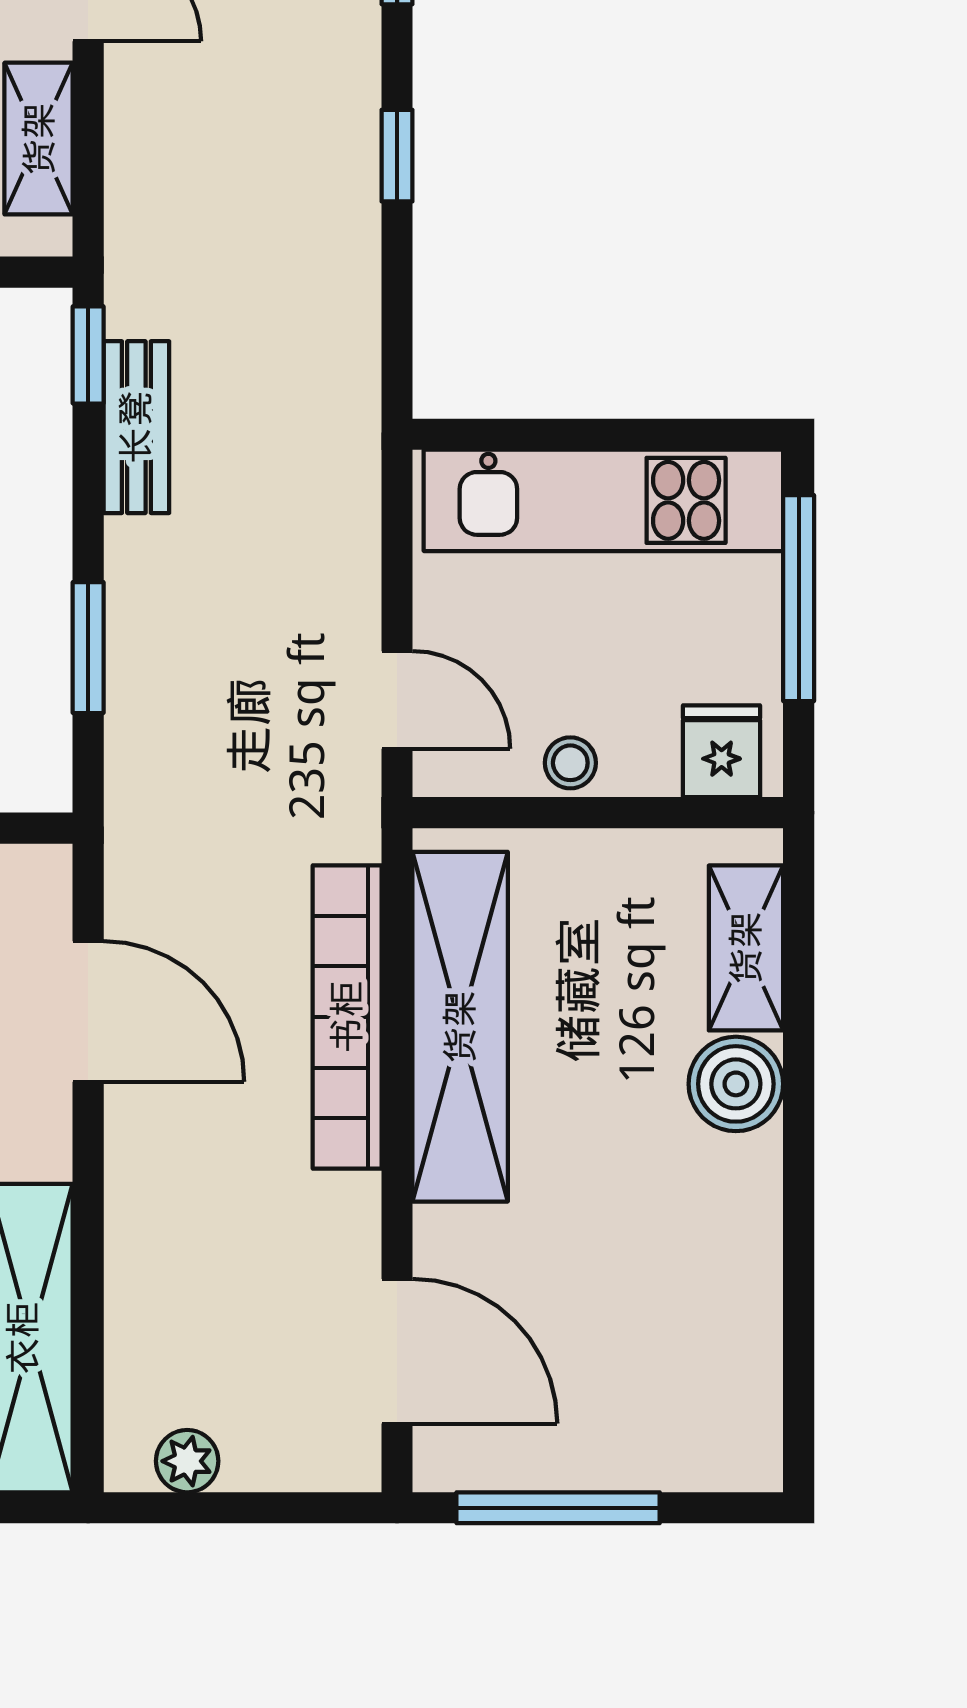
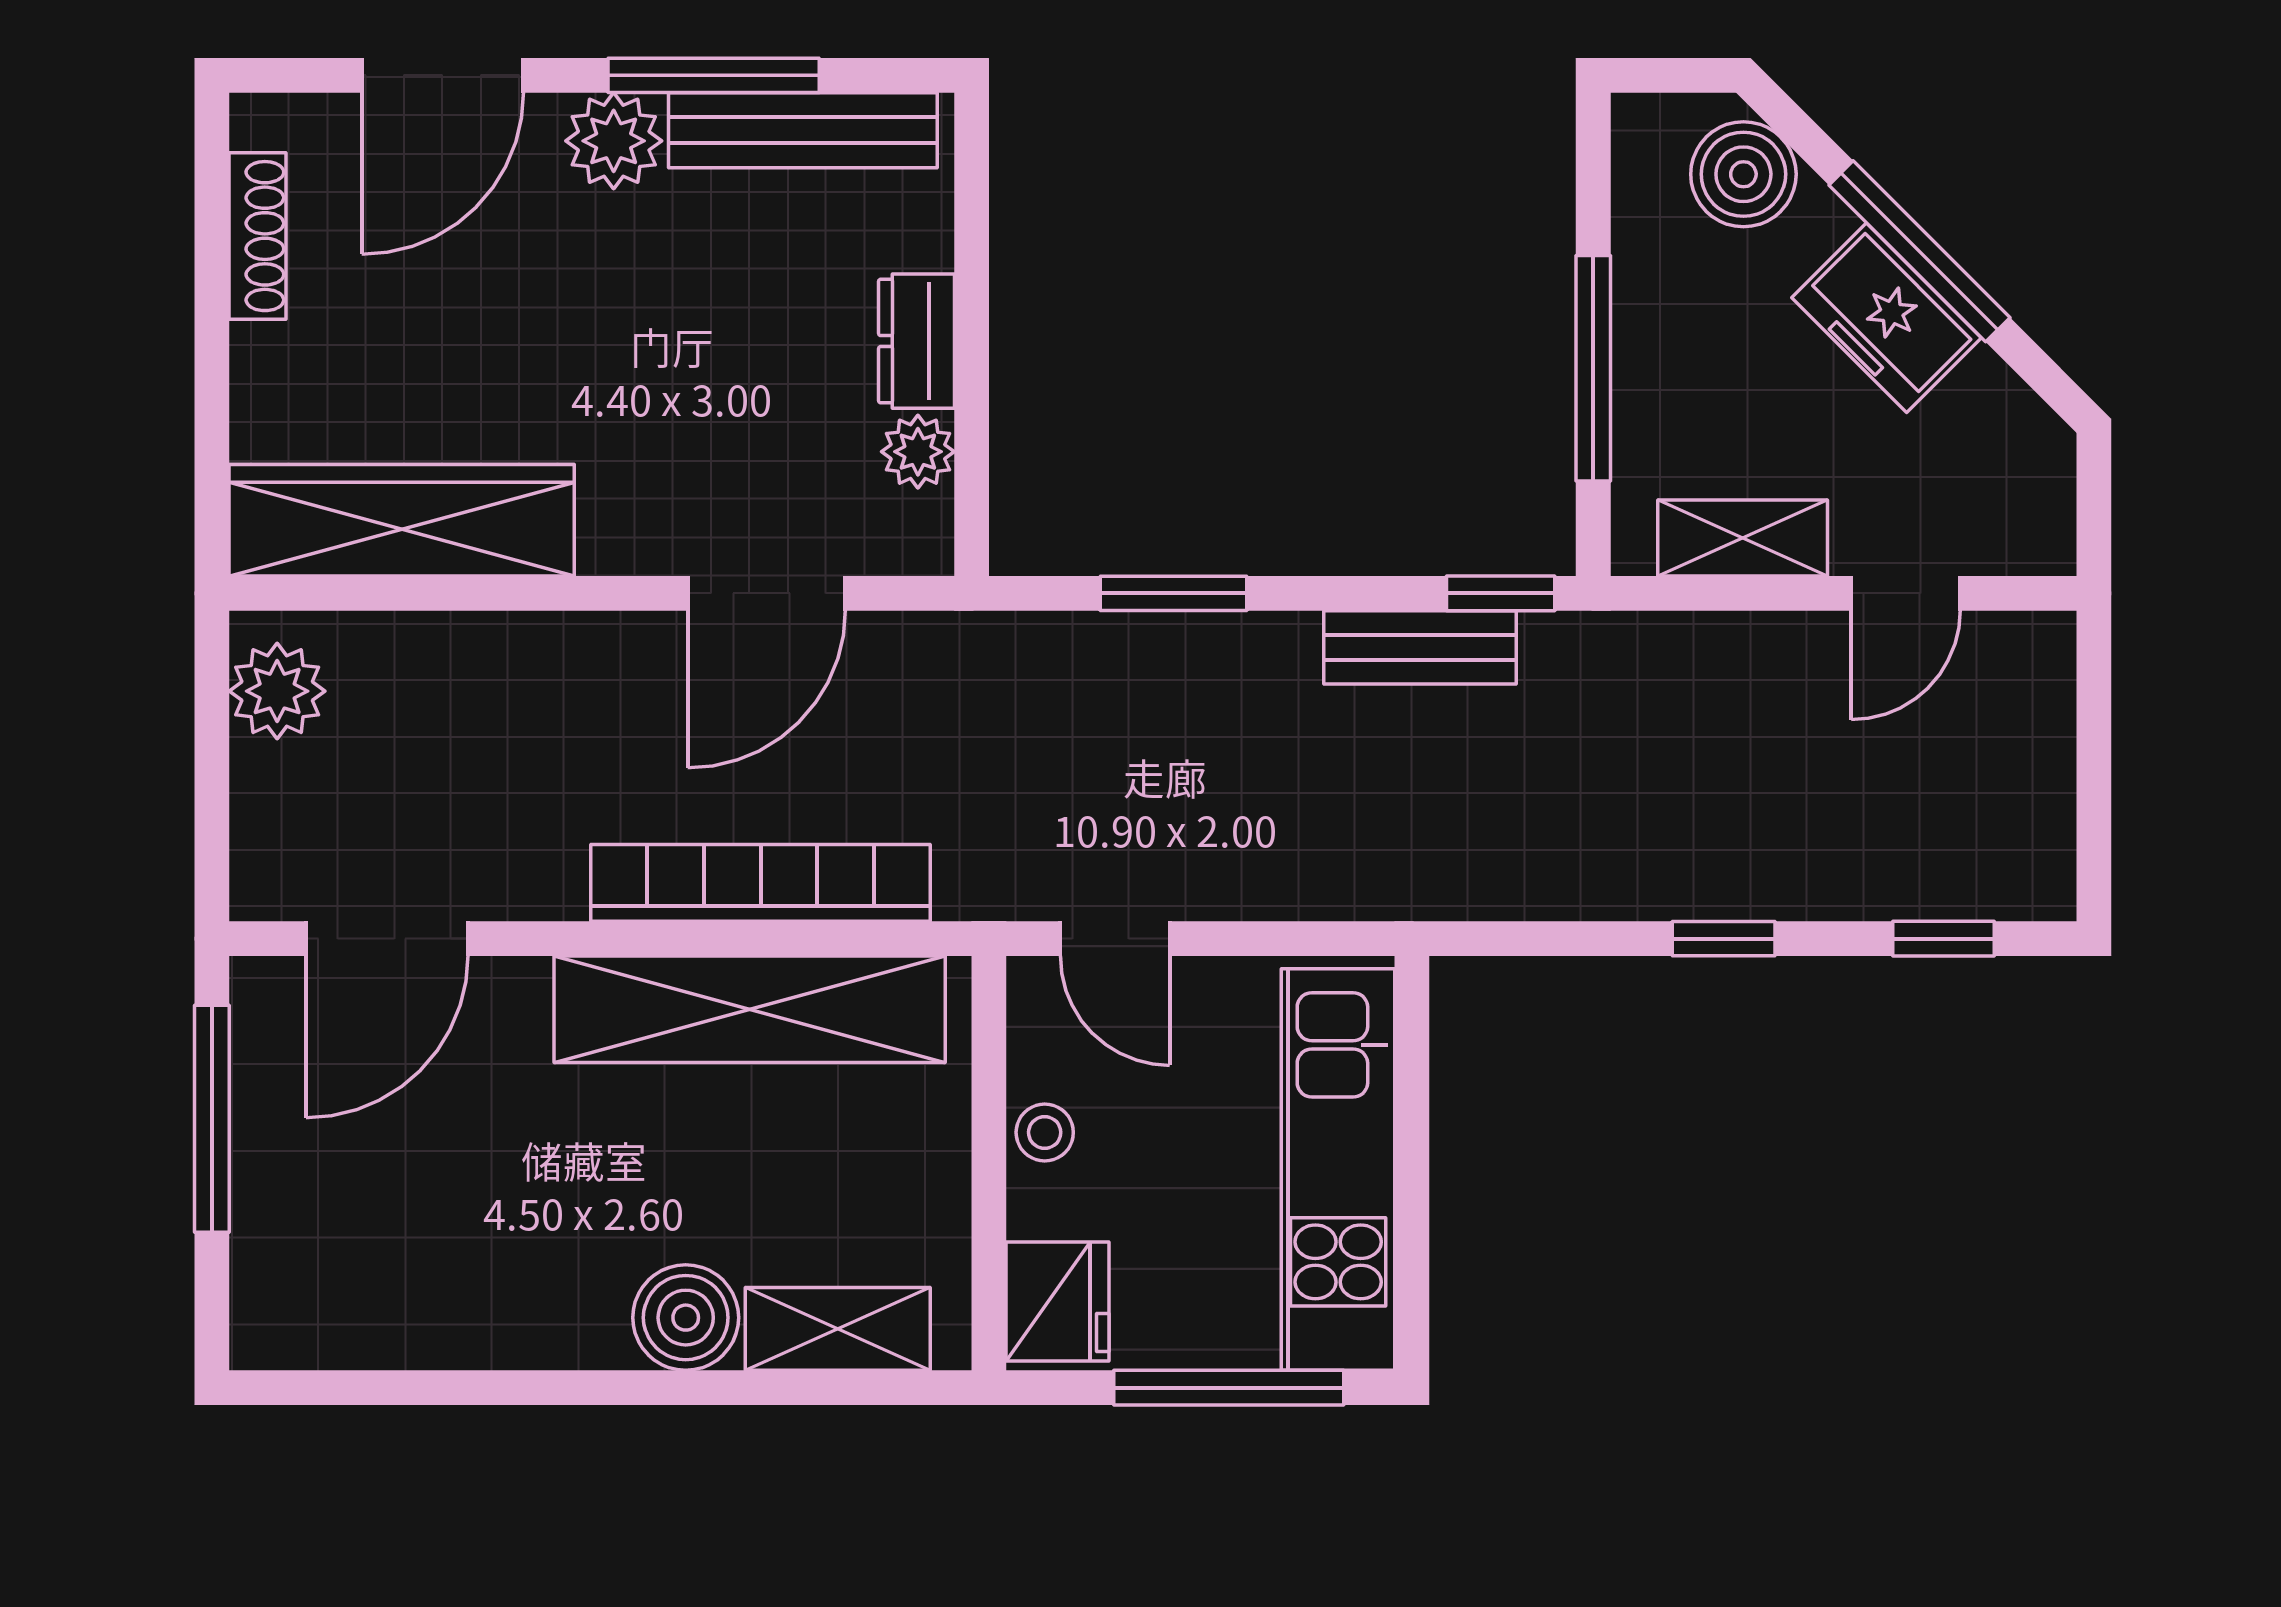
door: (397, 700) -> (1115, 939), hinge flipped
fridge: (722, 751) -> (1058, 1302), width x1.38
plant: (187, 1461) -> (277, 691), width x1.38, depth x1.38

